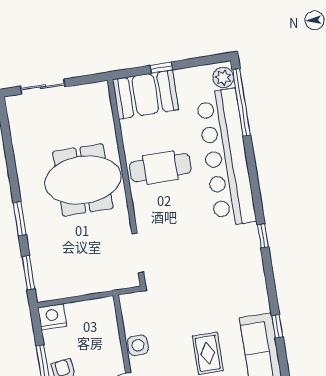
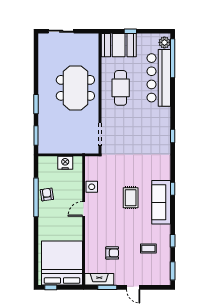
bar counter: (226, 158) -> (159, 78), width x0.73
cafe table: (160, 168) -> (121, 88), turned 90
meeting table: (83, 180) -> (75, 88), turned 90
nightstand: (52, 317) -> (65, 163), moved

